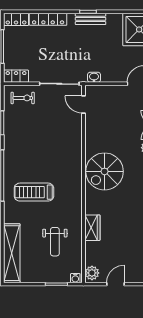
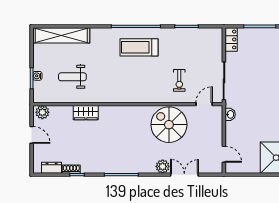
exercise bike: (23, 98) -> (179, 80), moved
spiral stairs: (105, 171) -> (169, 125), moved
treadmill: (34, 192) -> (139, 47), moved, turned -90
water cooler: (75, 278) -> (37, 76), moved

